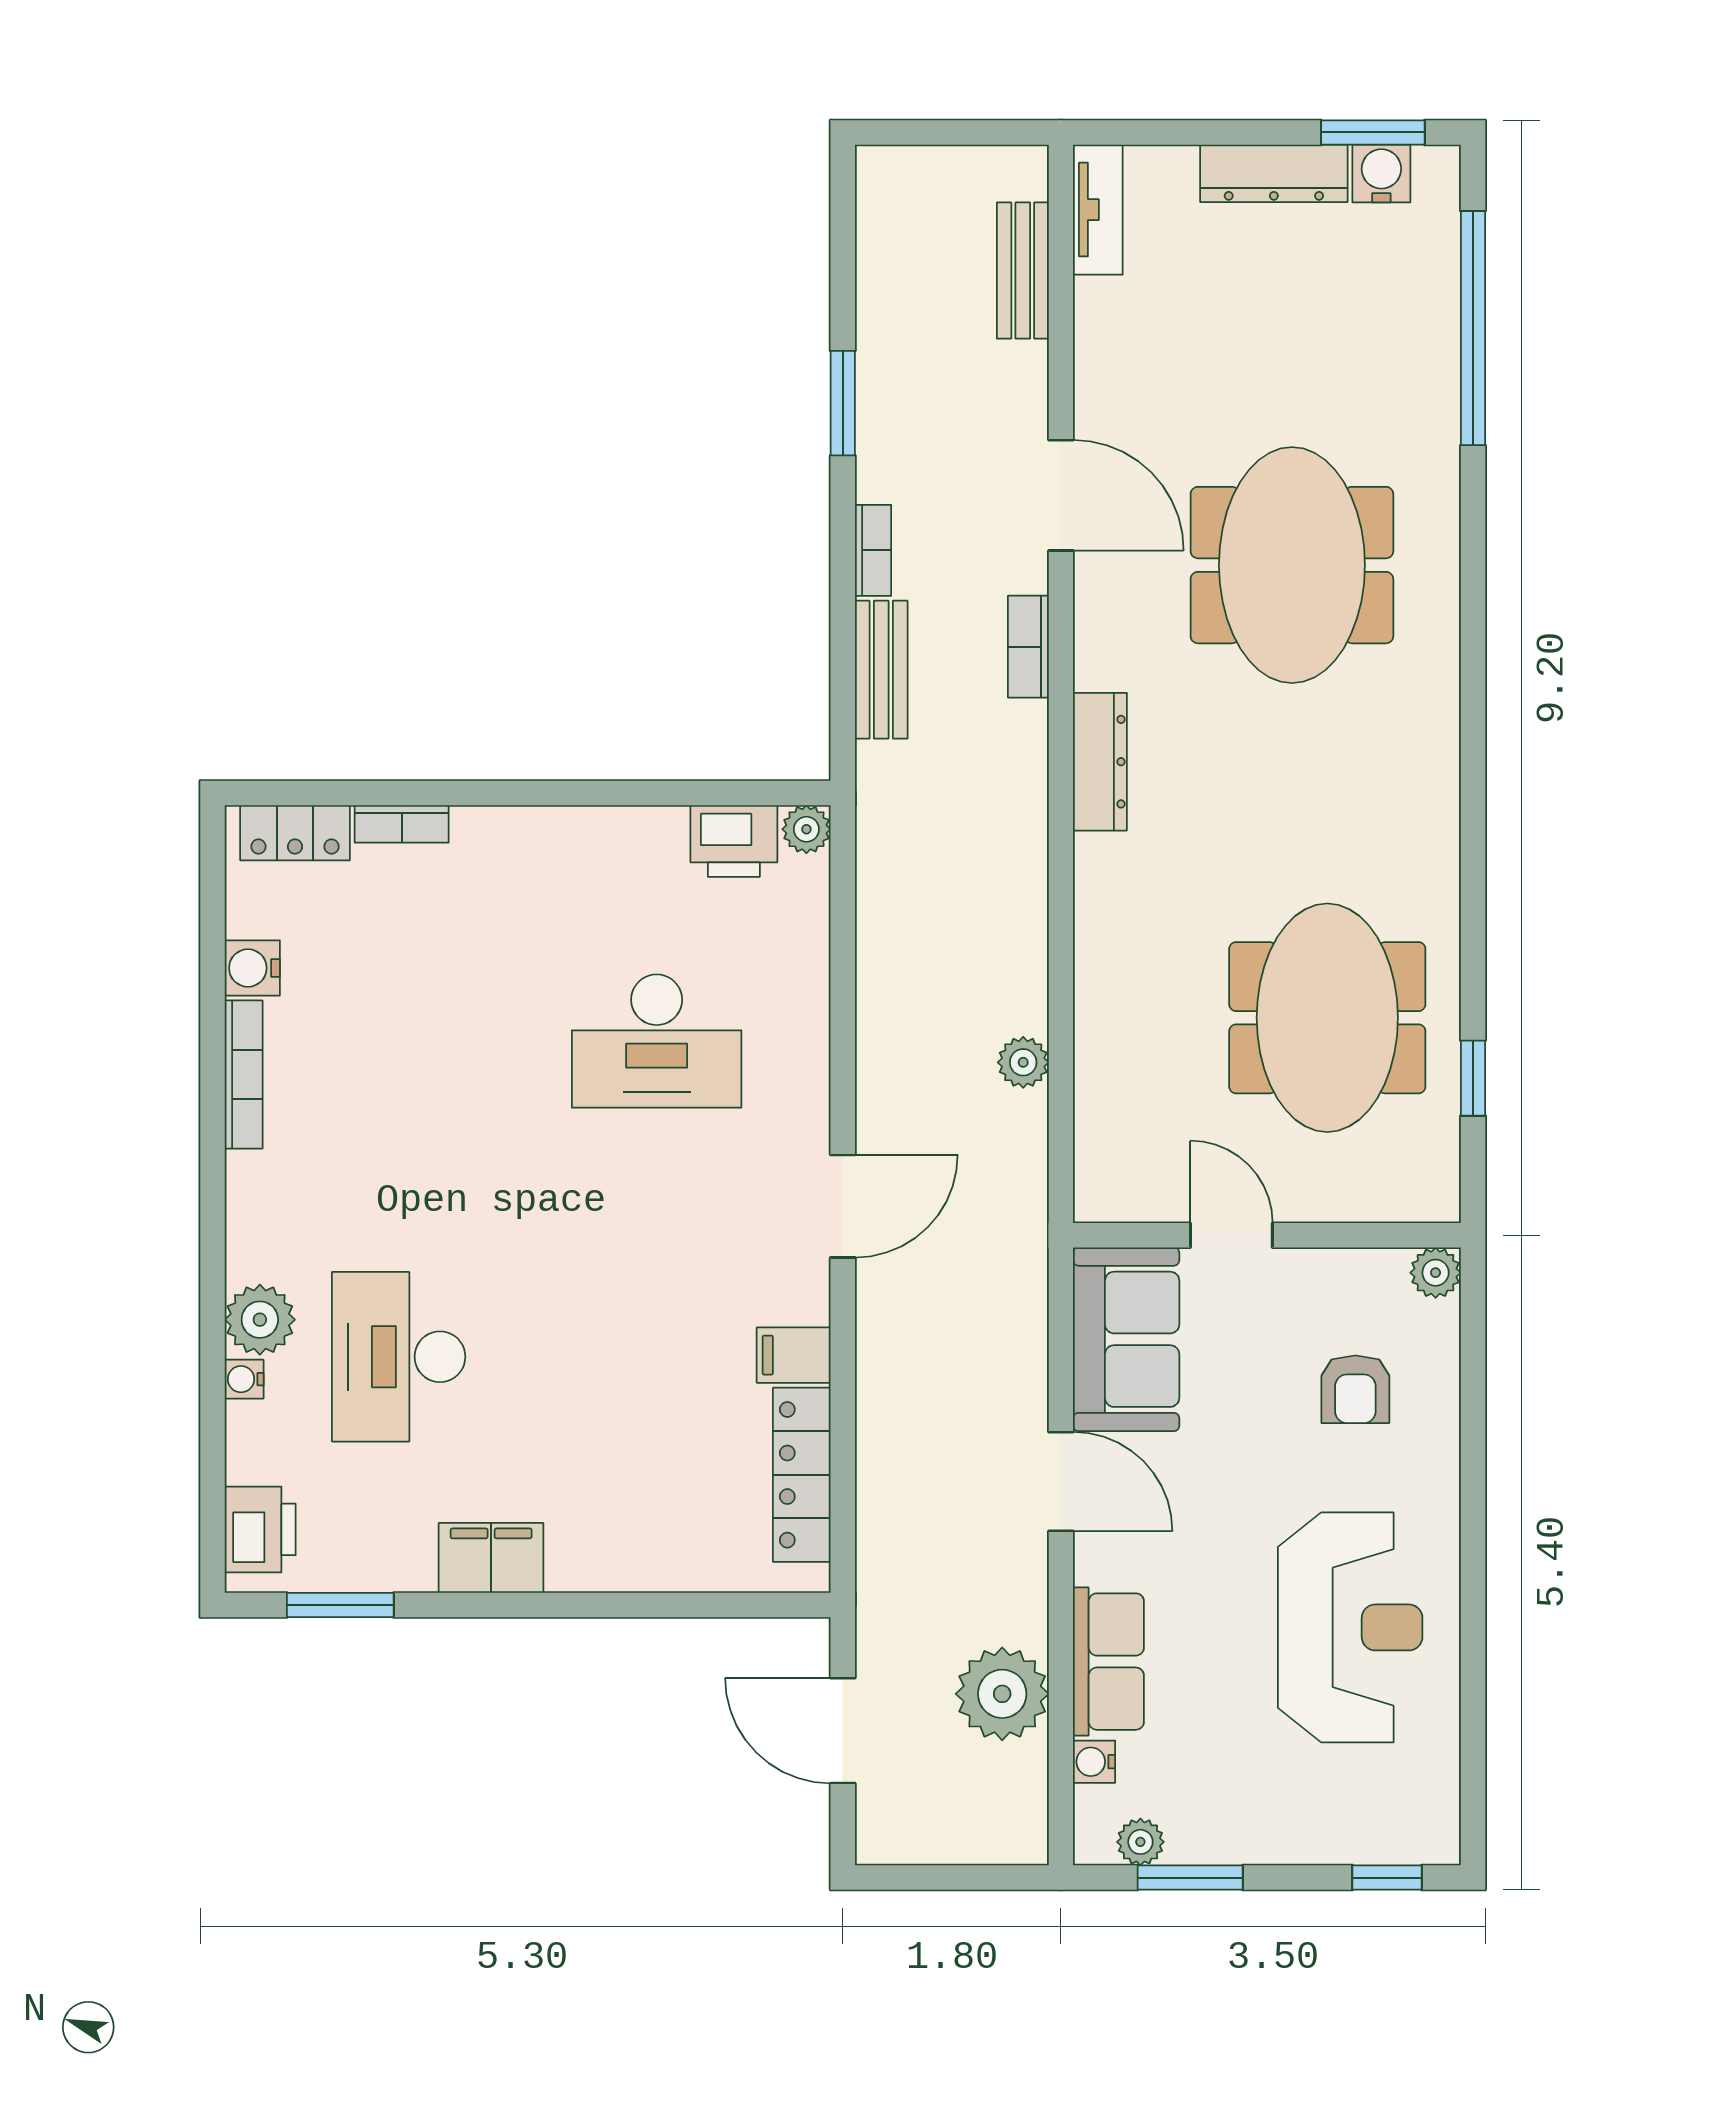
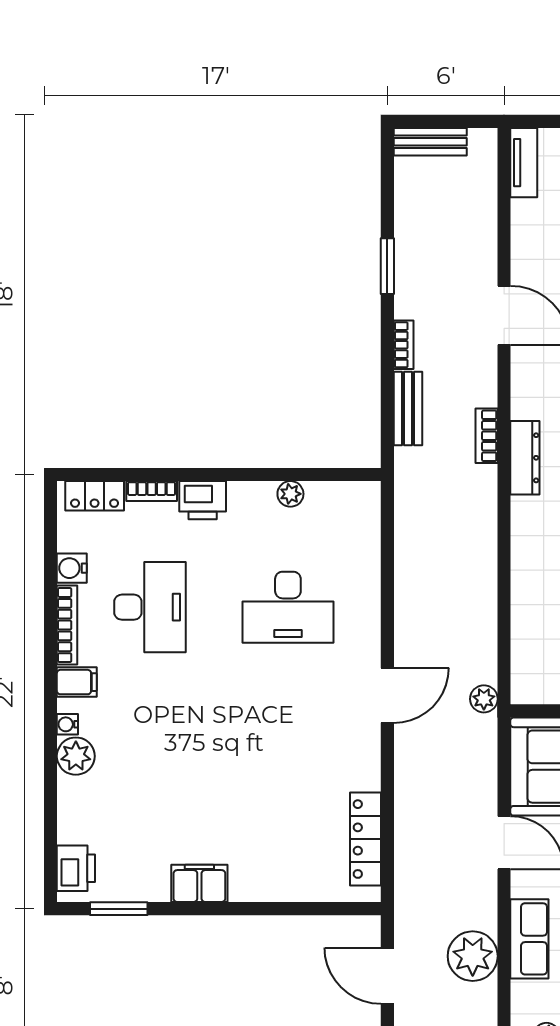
bench: (1023, 271) -> (430, 142), moved, turned 90
bookcase: (1028, 647) -> (487, 436), moved
plant: (806, 829) -> (290, 494), moved
printer: (734, 841) -> (203, 500), moved
plant: (1023, 1062) -> (484, 699), moved
filing cabinet: (794, 1355) -> (77, 682), moved, turned 180
desk: (399, 1357) -> (150, 607), moved, turned 180
water cooler: (244, 1379) -> (67, 724), moved
water cooler: (1094, 1762) -> (522, 992), removed

